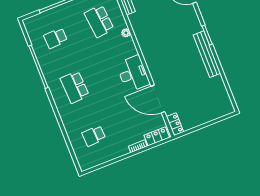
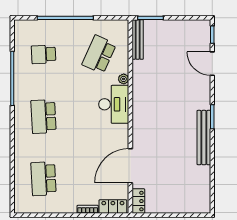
school desk: (99, 21) -> (99, 54), turned 30
desk: (133, 74) -> (114, 104), moved
door: (158, 99) -> (130, 166), hinge flipped
school desk: (94, 136) -> (44, 179), width x1.85

